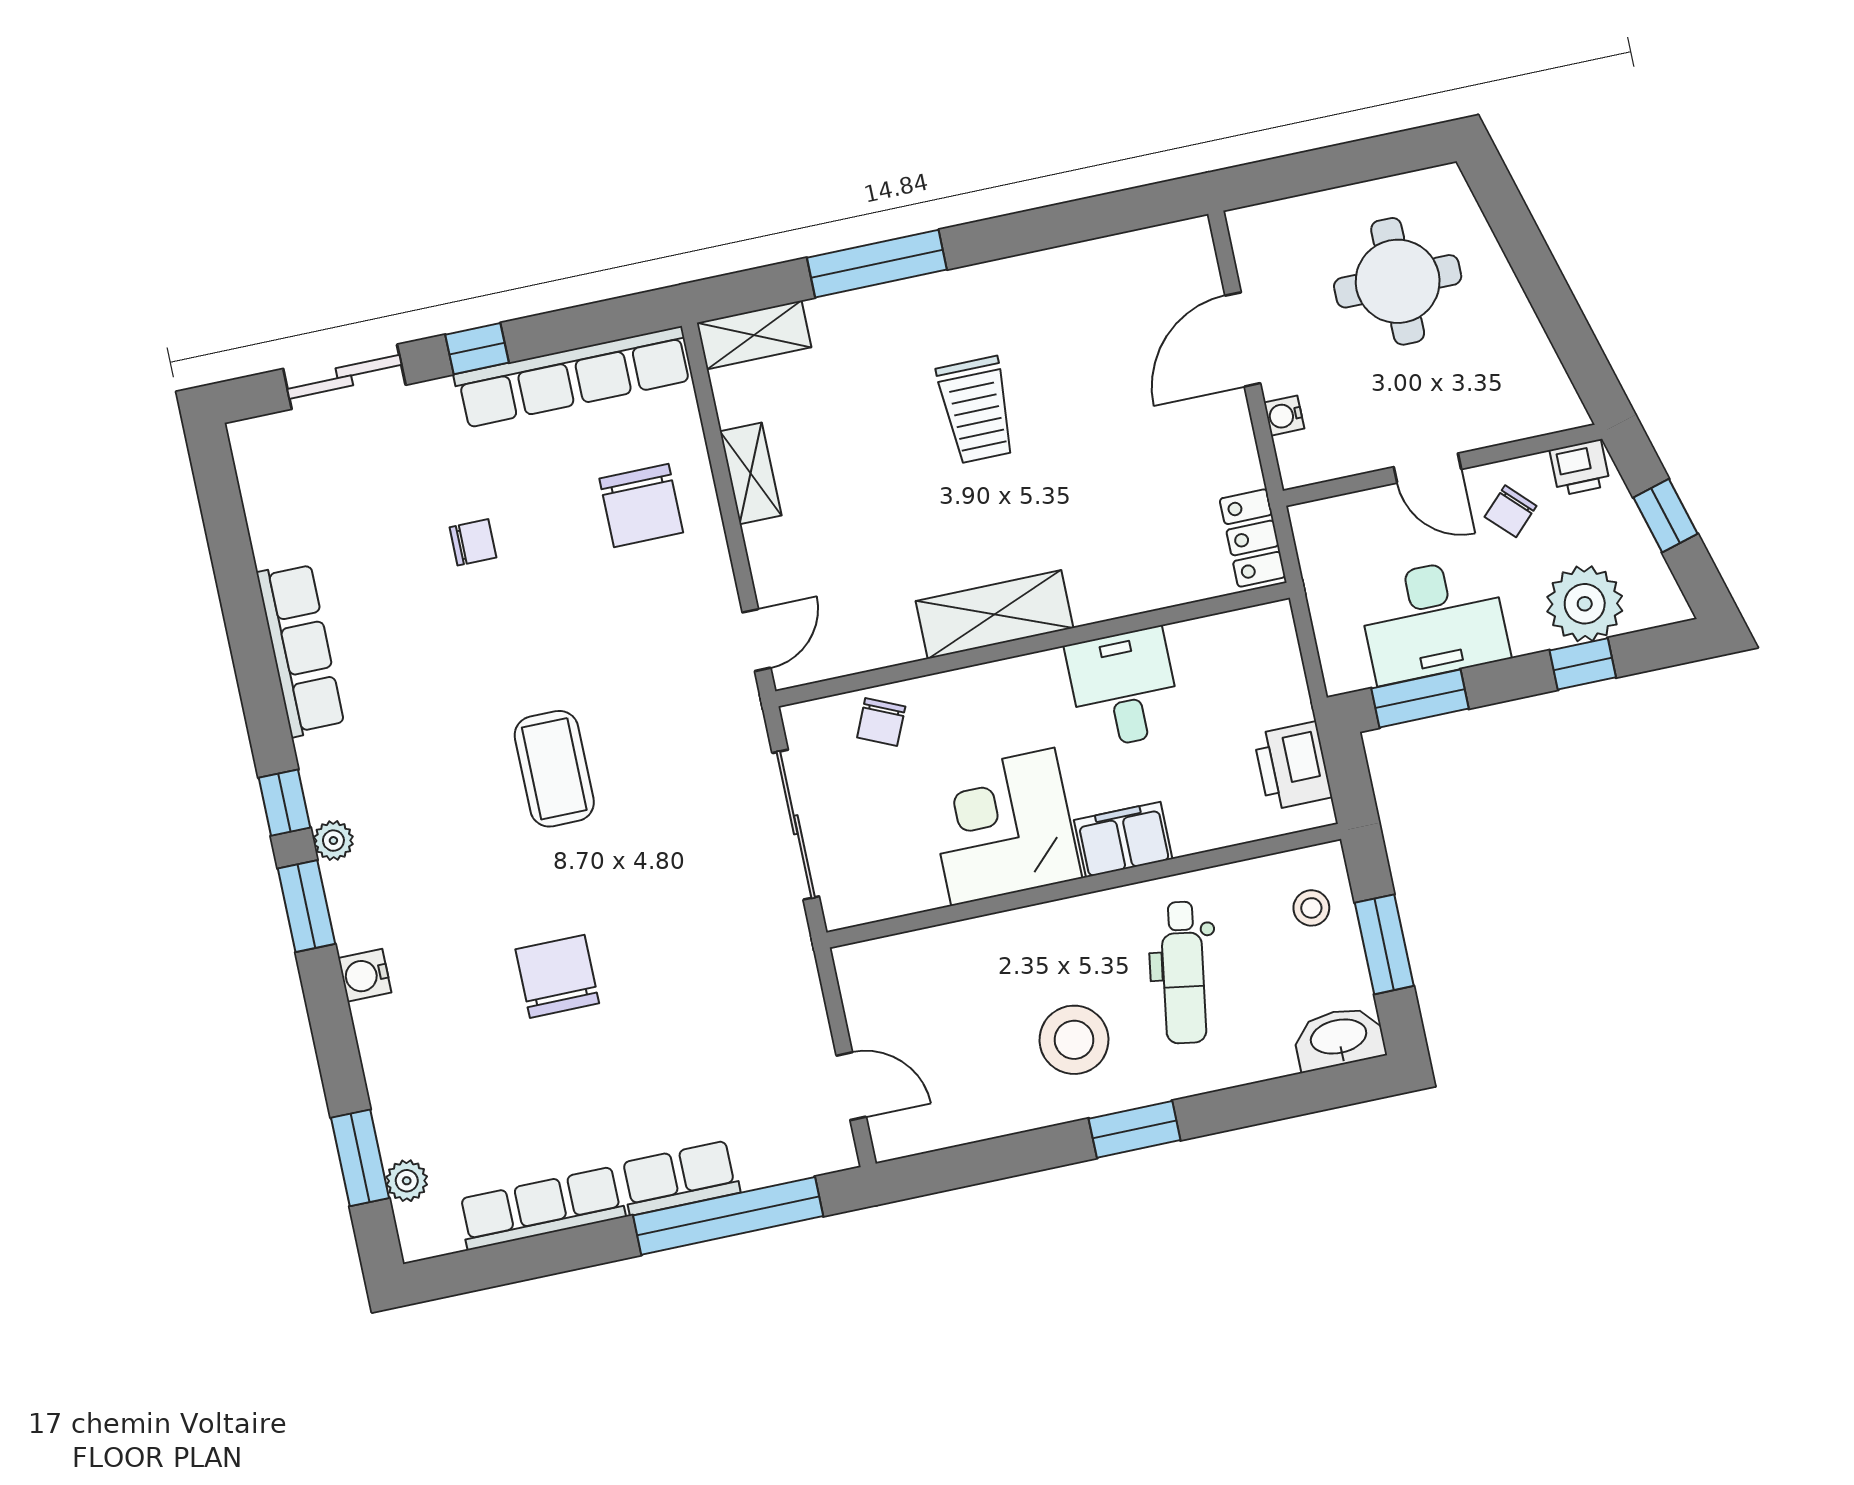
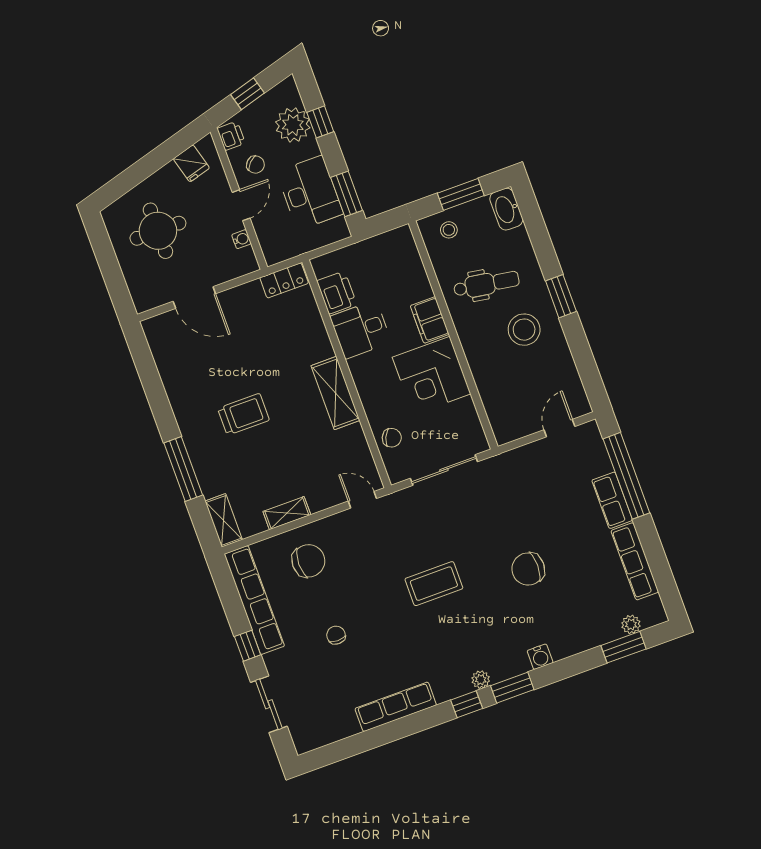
fridge: (1532, 374) -> (191, 163), added
water cooler: (1284, 416) -> (241, 239), moved, turned -90
printer: (1293, 766) -> (337, 292), moved, turned -90

